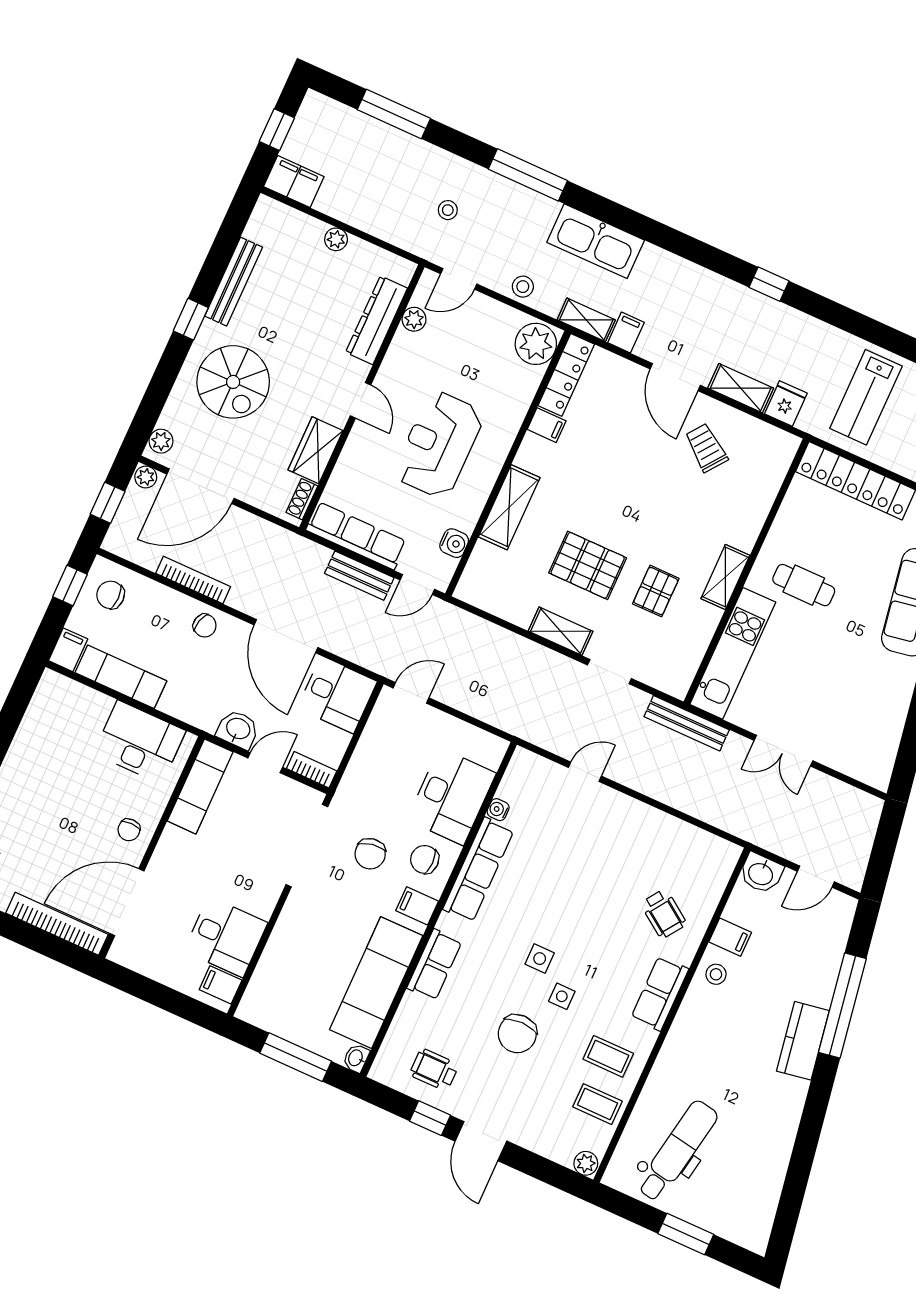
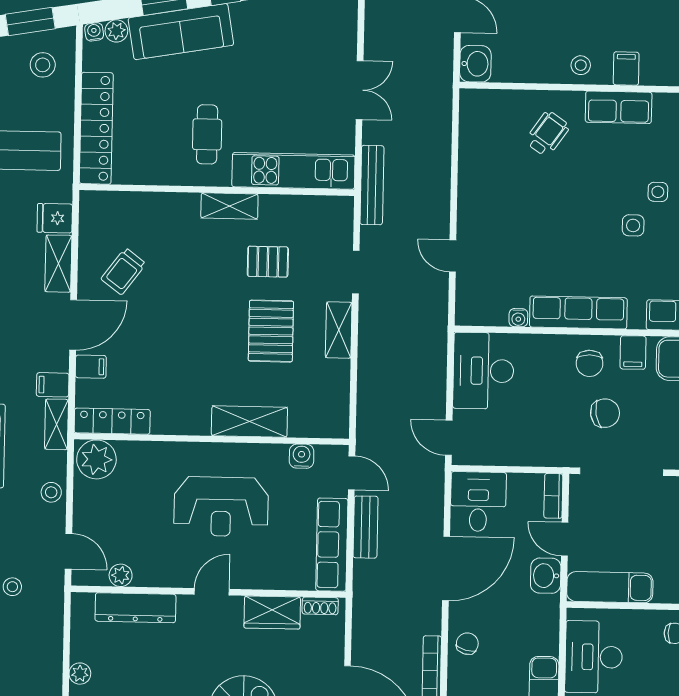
filing cabinet: (547, 425) -> (91, 367), moved, turned 90
desk: (451, 797) -> (483, 371), moved, turned -90
filing cabinet: (730, 937) -> (626, 69), moved

